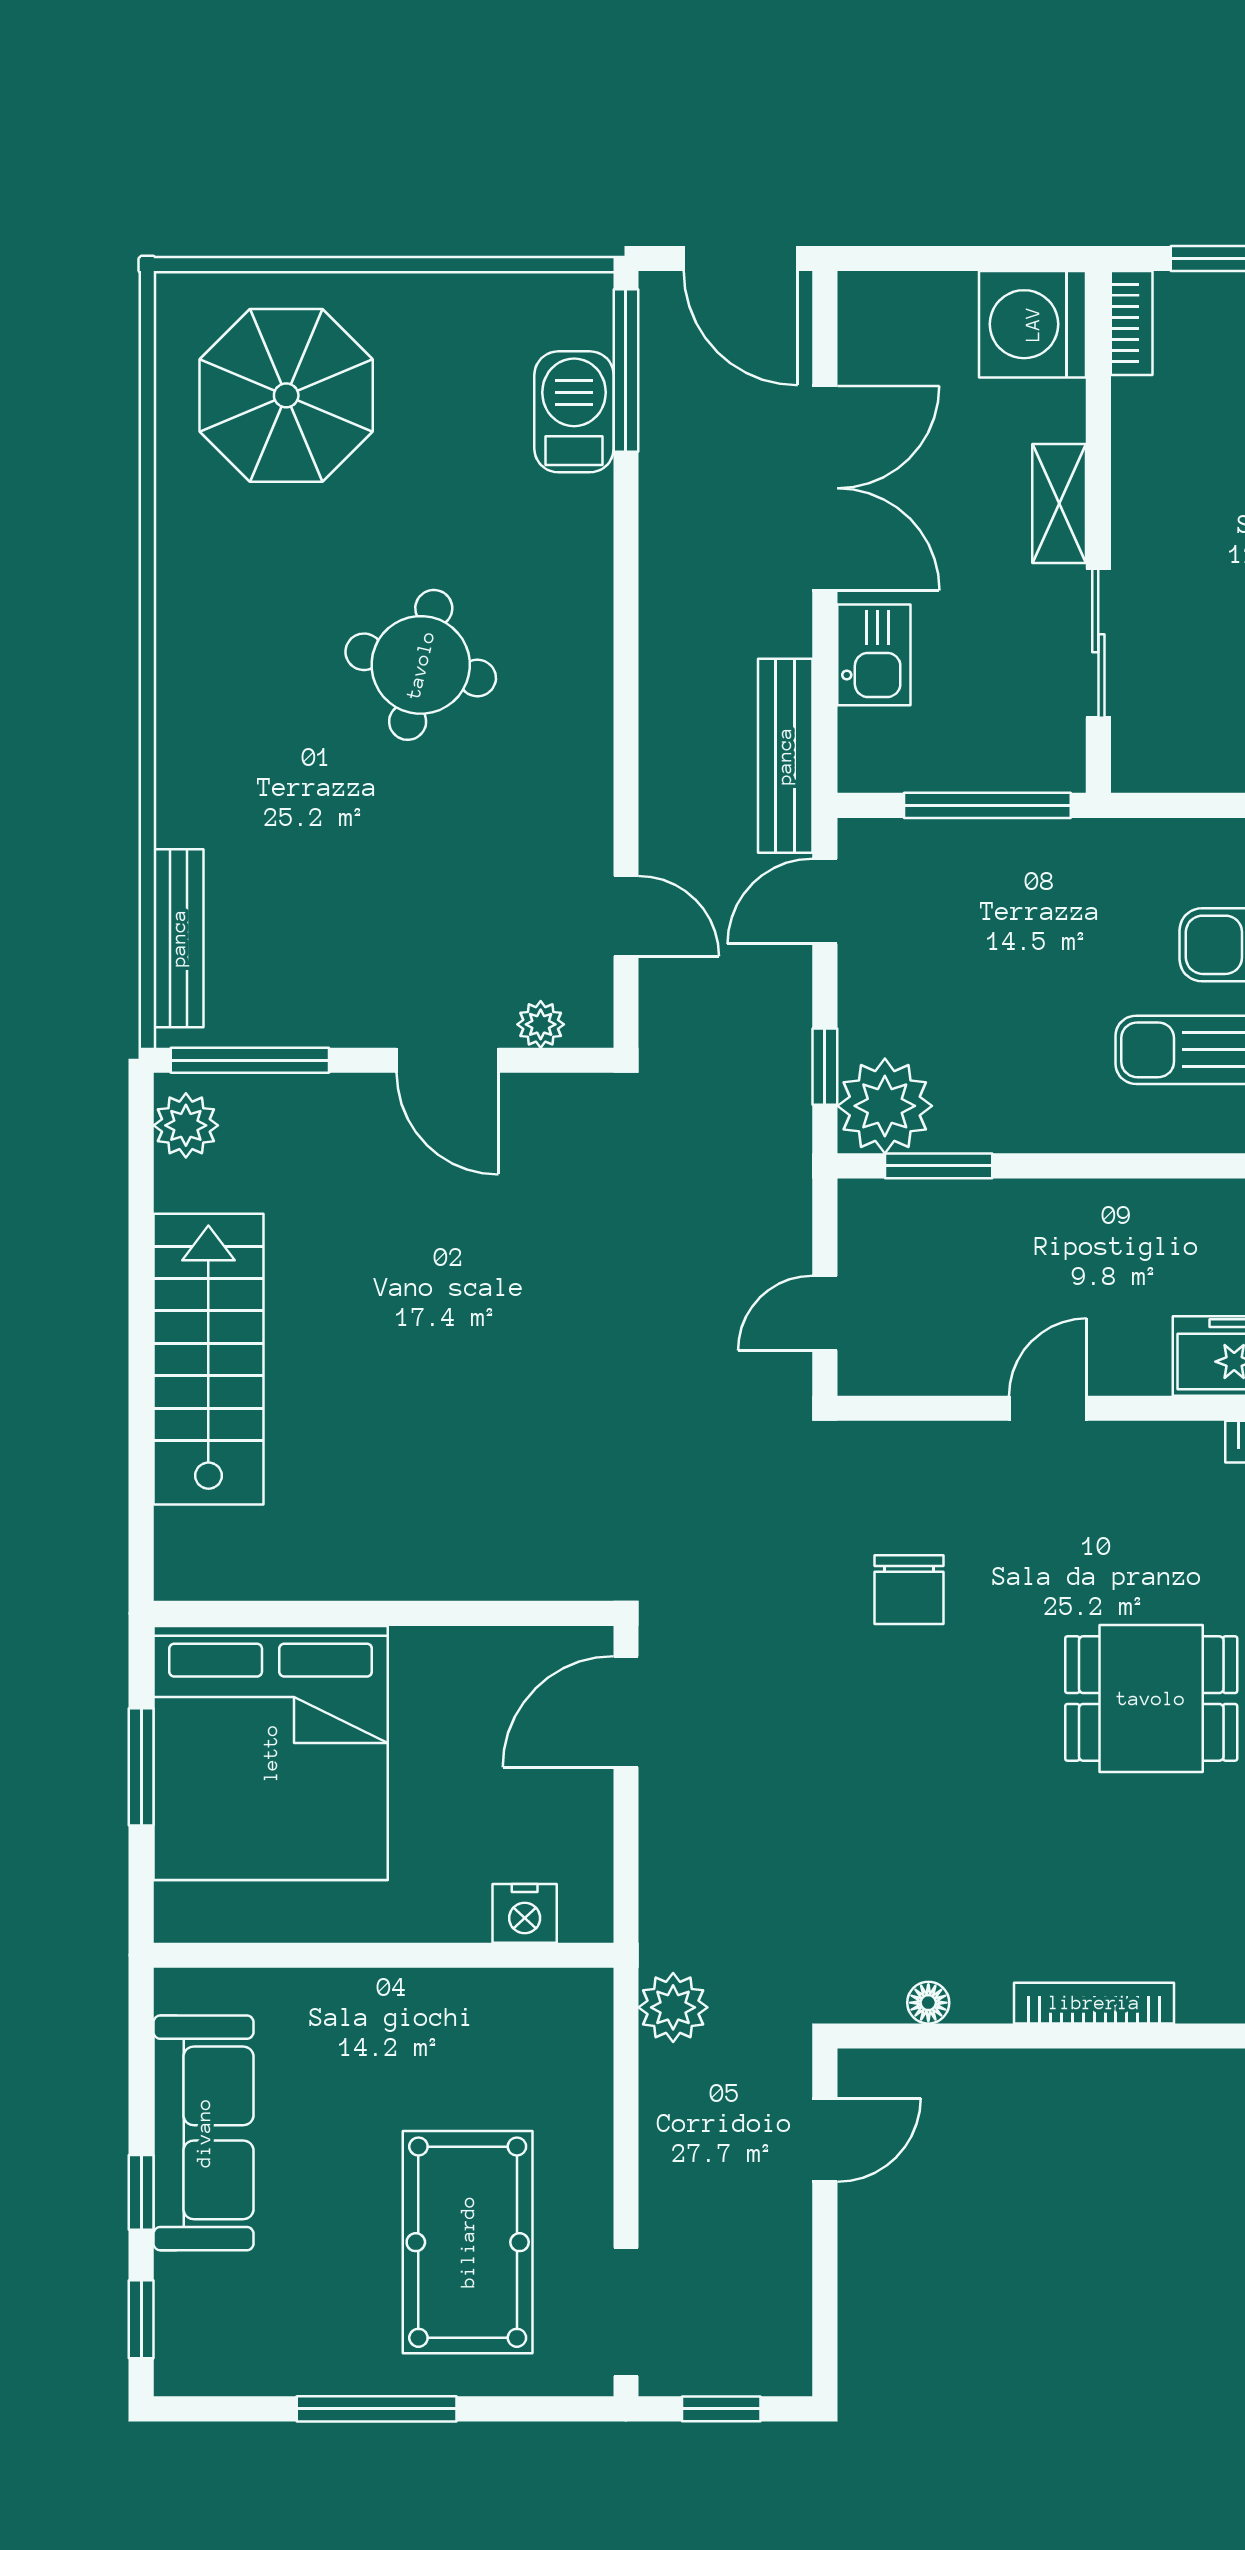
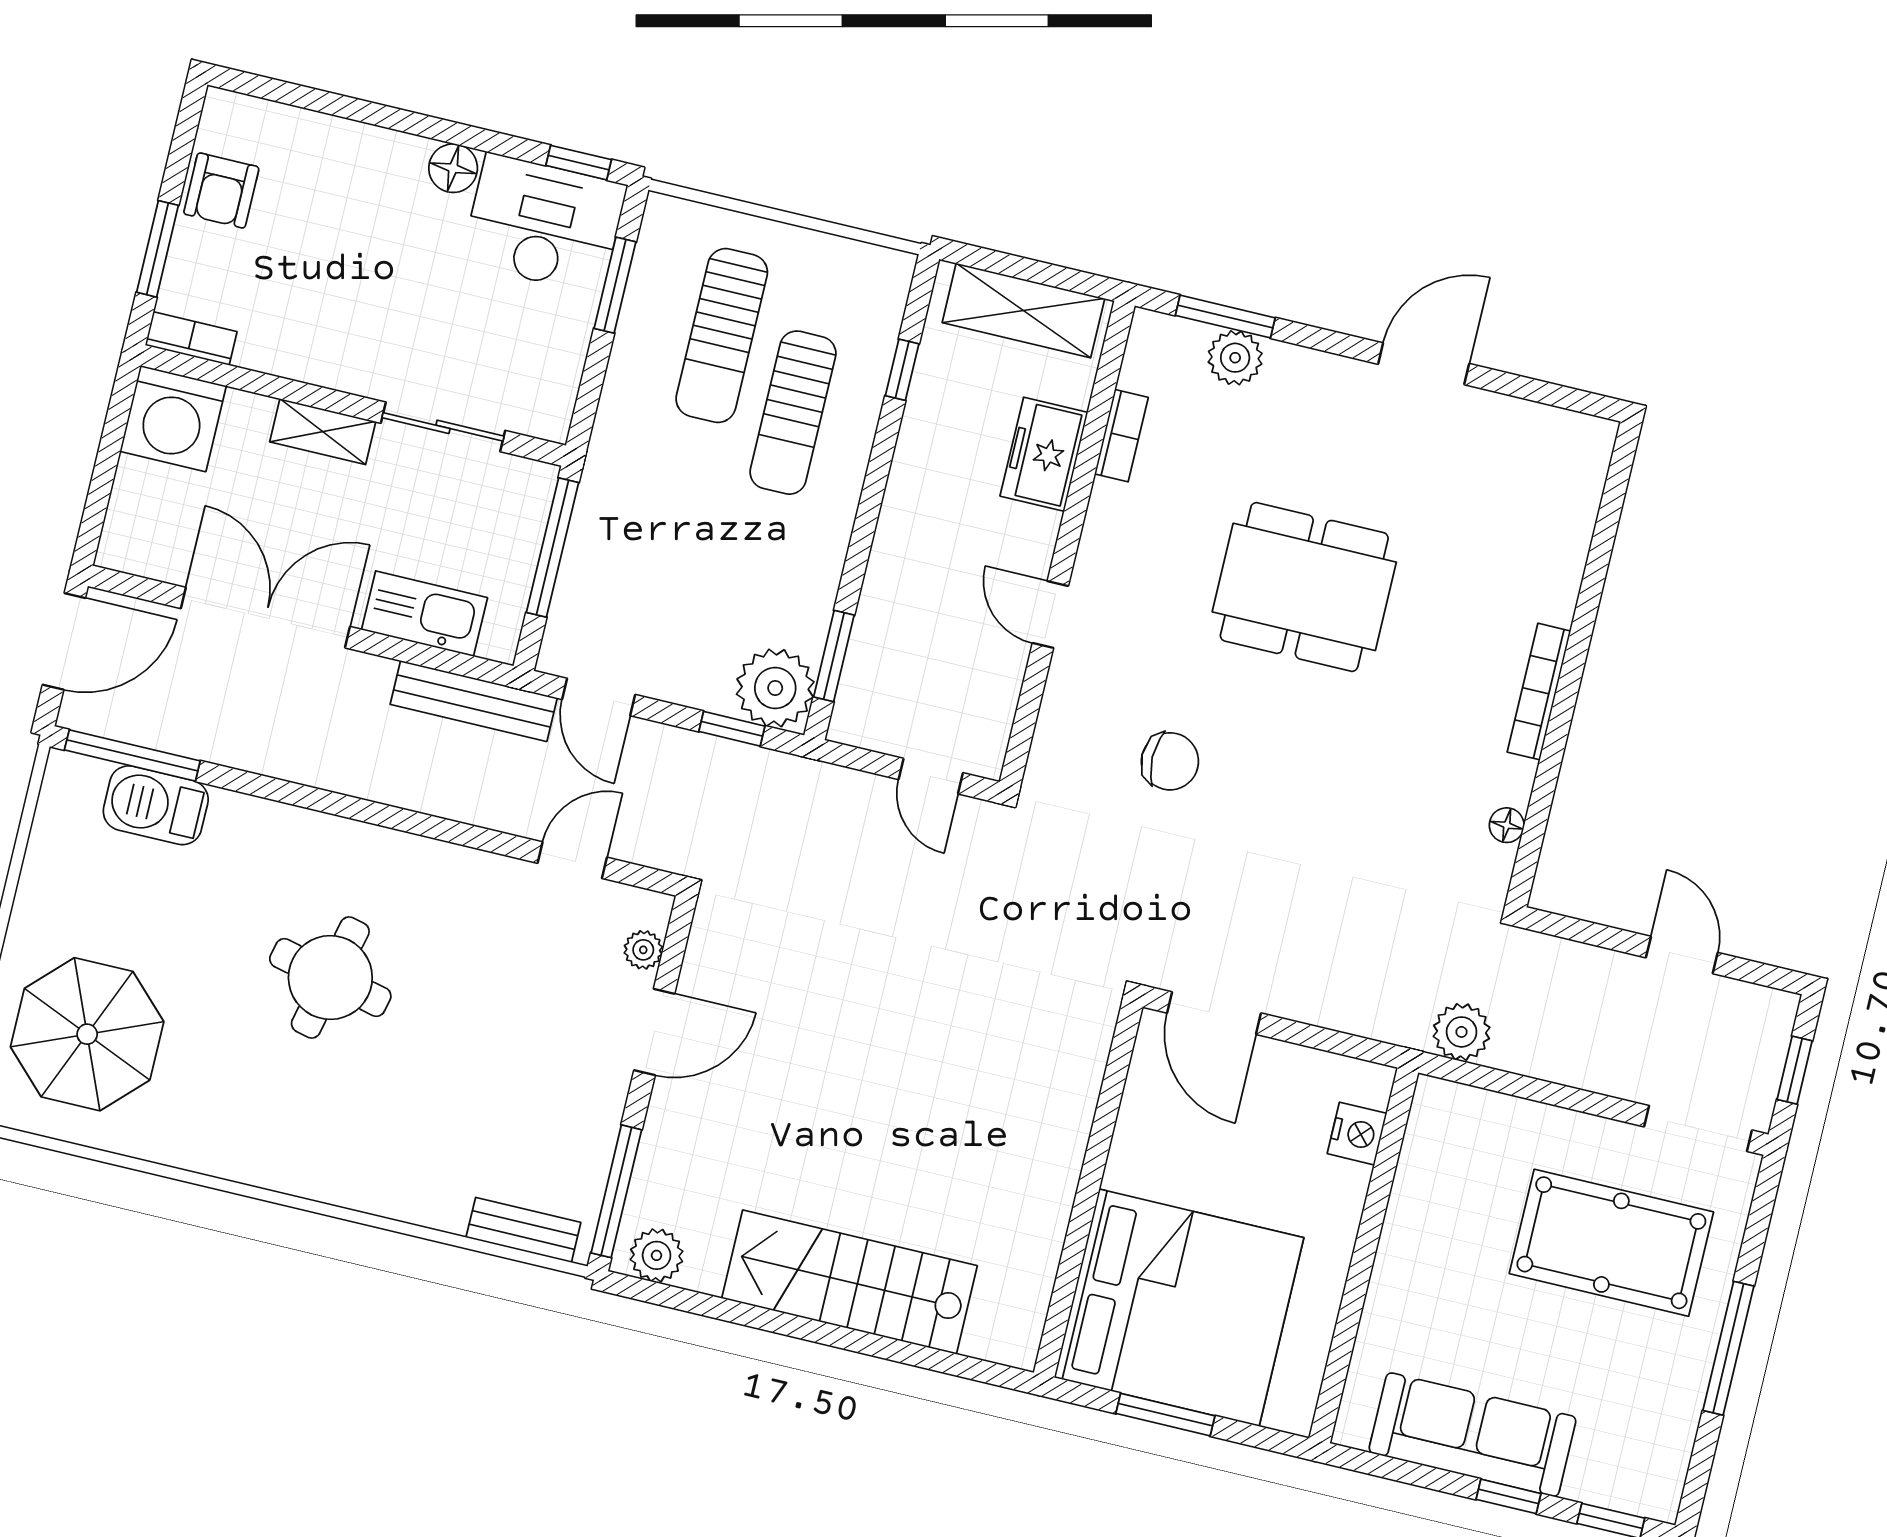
kitchen sink: (874, 655) -> (424, 614), width x1.38
bench: (179, 938) -> (523, 1230), width x0.73
dining table: (1151, 1699) -> (1304, 587), width x1.38
door: (825, 2140) -> (1682, 955), moved

